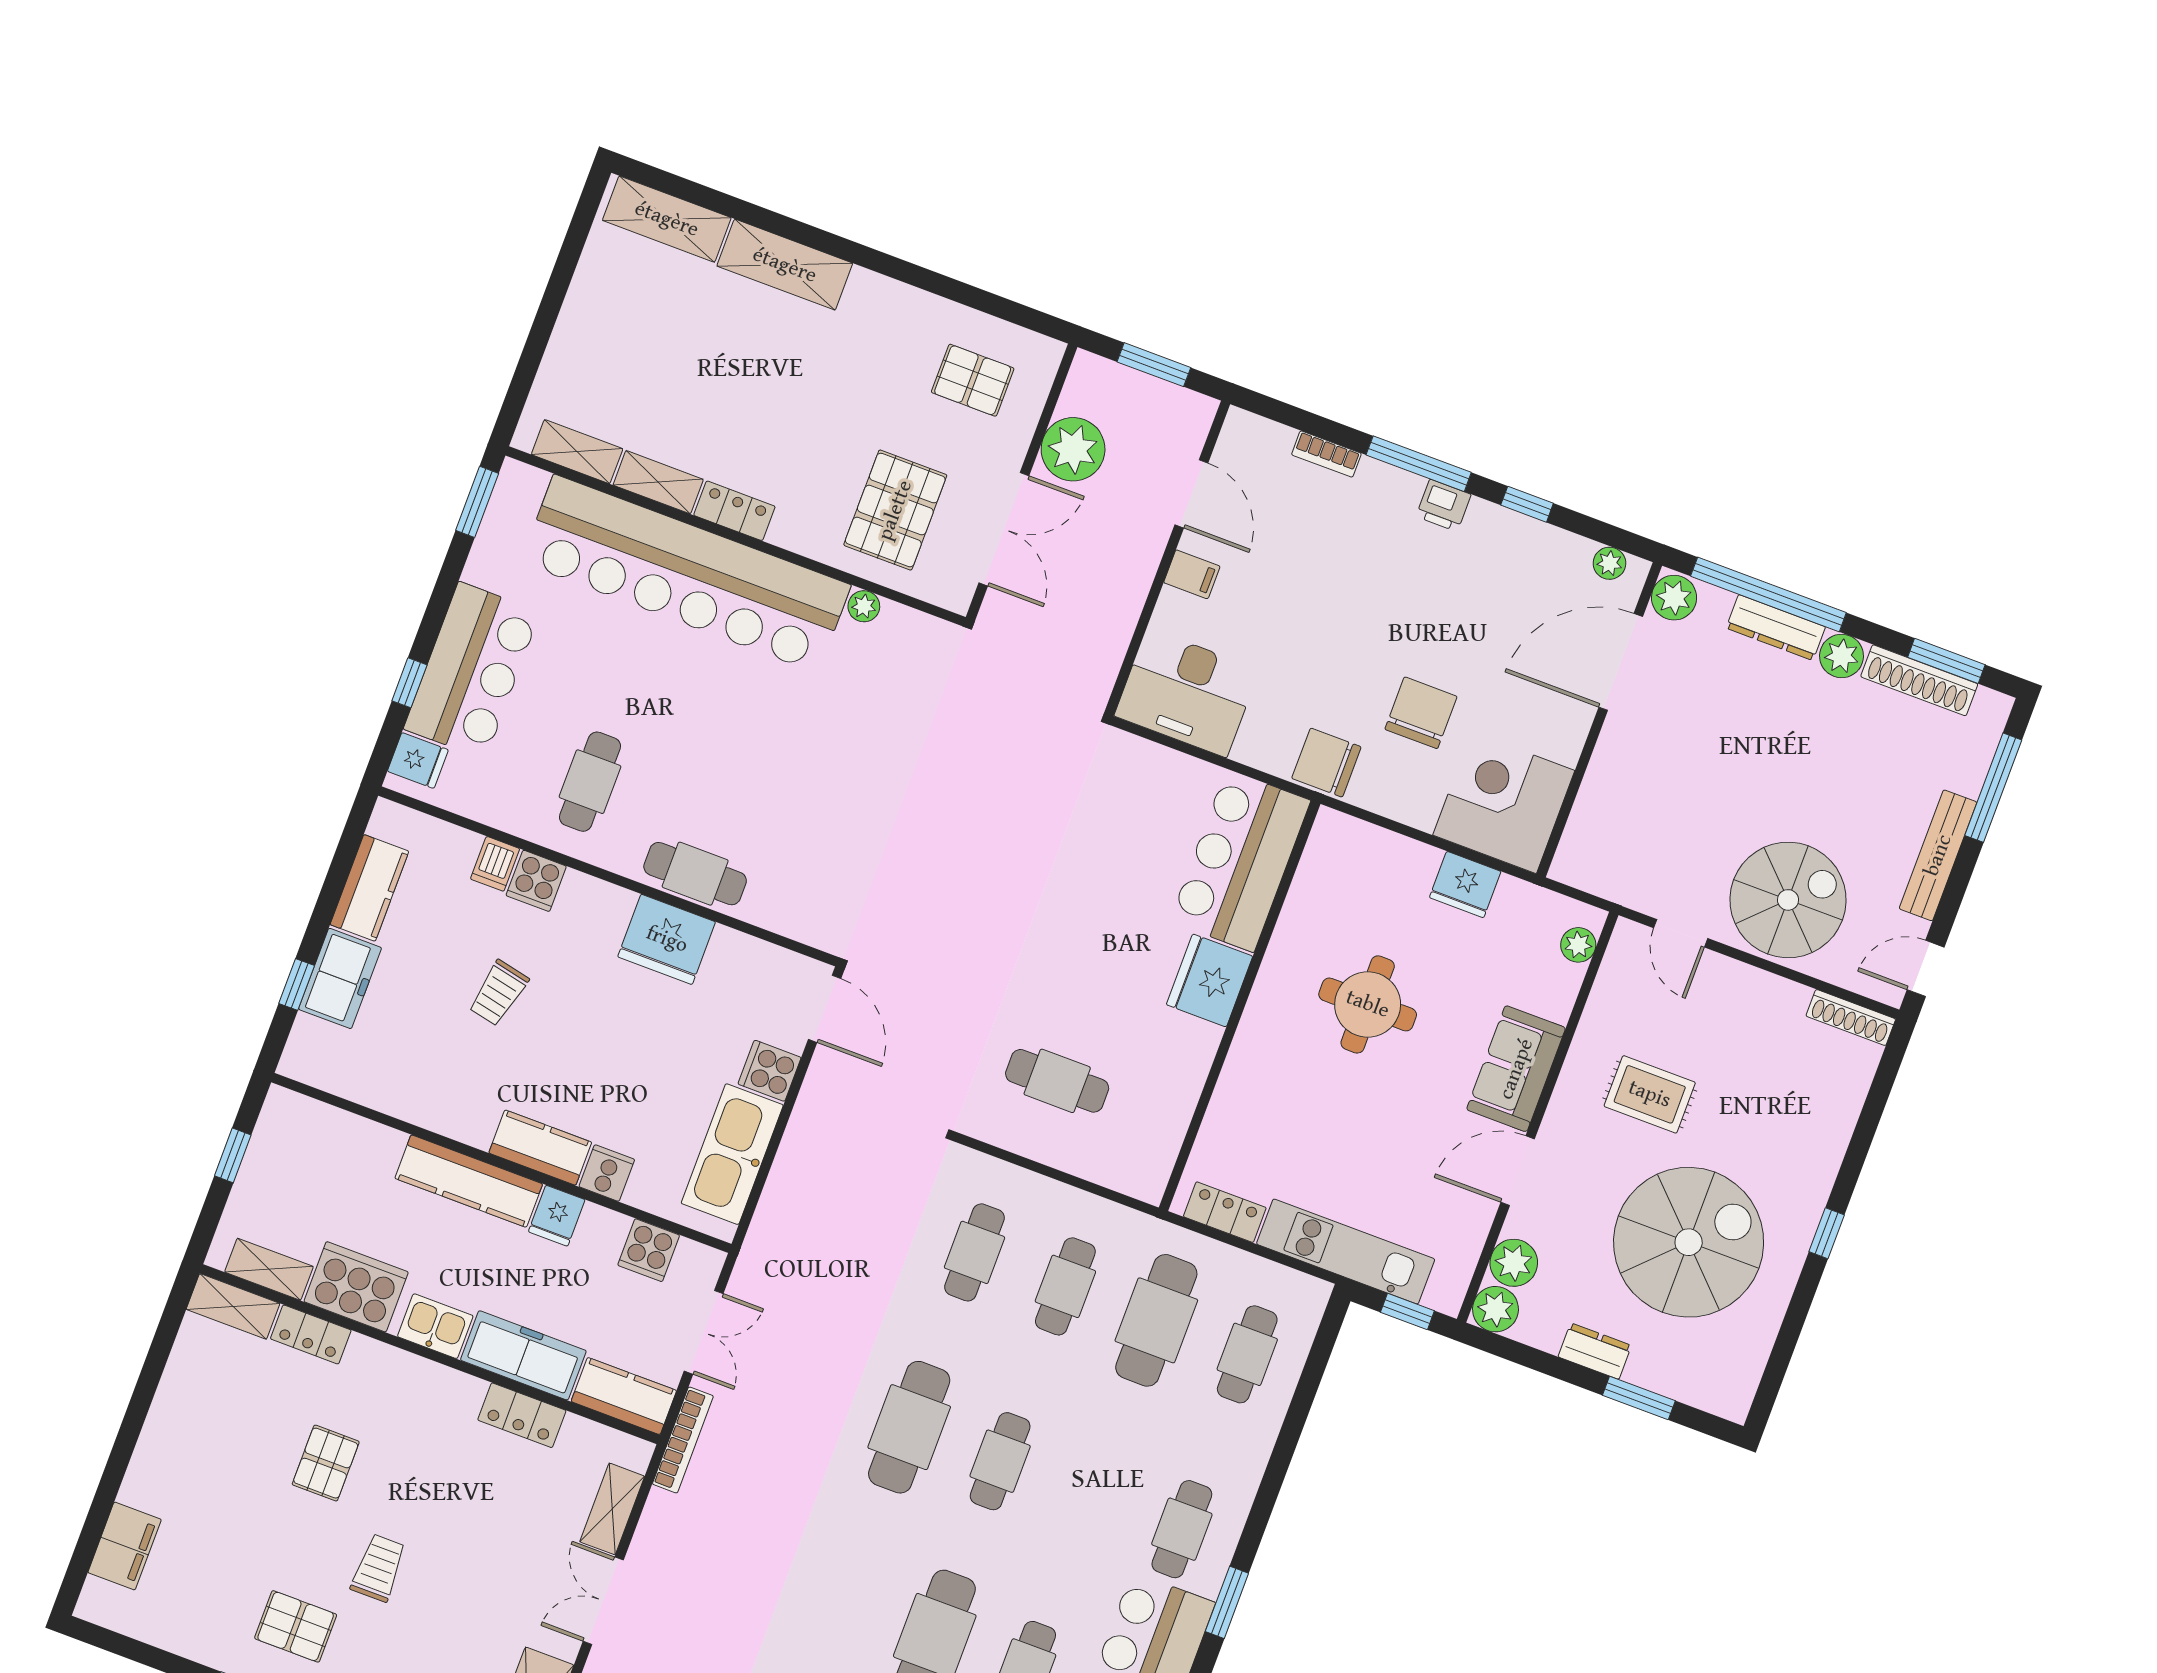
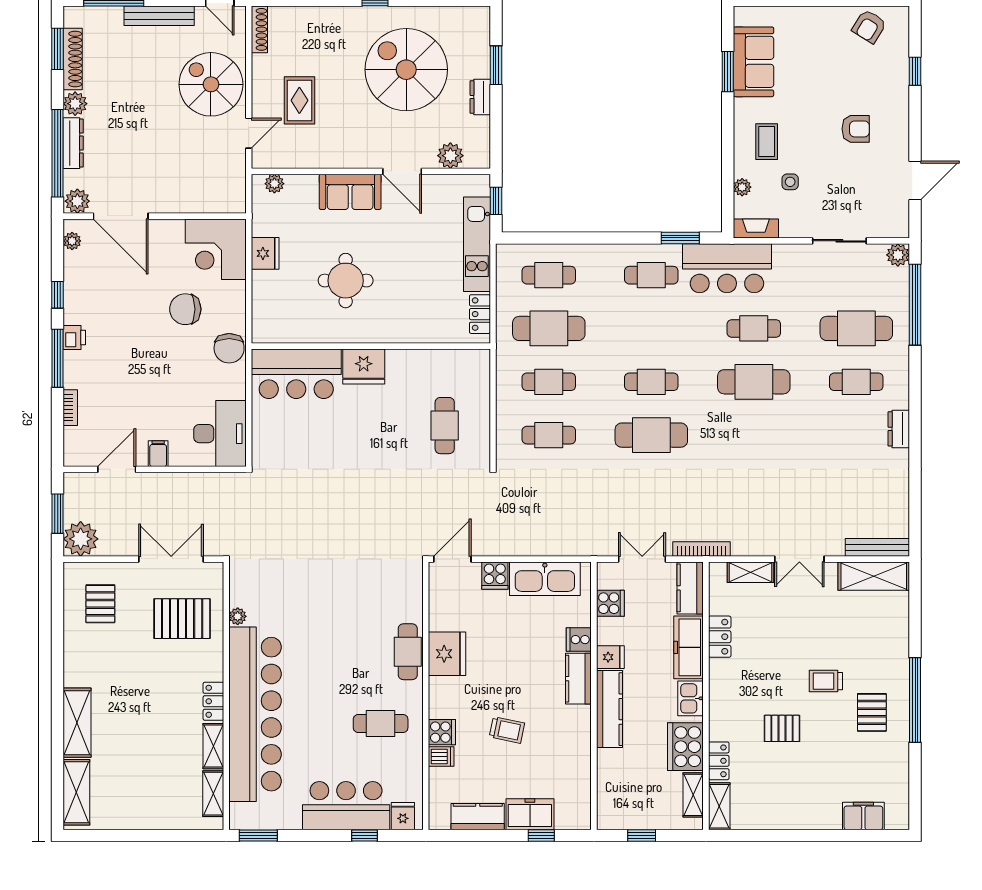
plant: (1073, 449) -> (81, 539), moved
rug: (1650, 1094) -> (299, 100), moved
plant: (1495, 1309) -> (478, 156), removed

